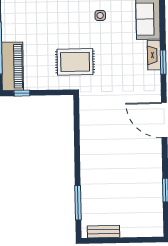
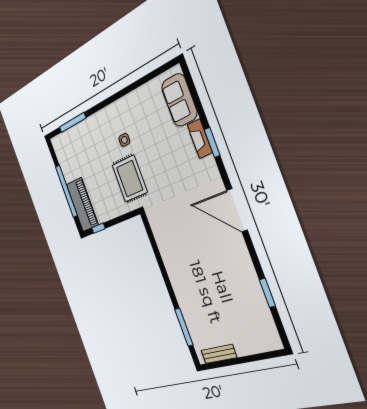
side table: (100, 15) -> (124, 140), moved
rug: (75, 62) -> (130, 179), turned 90

